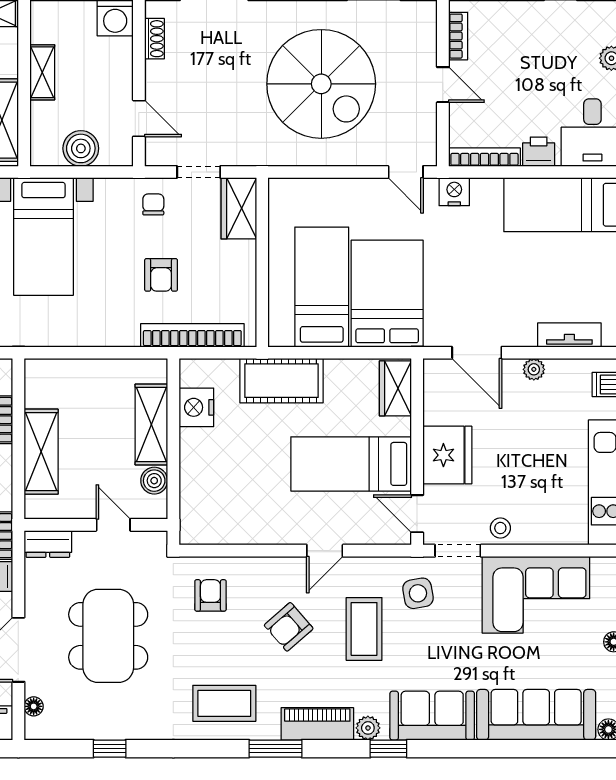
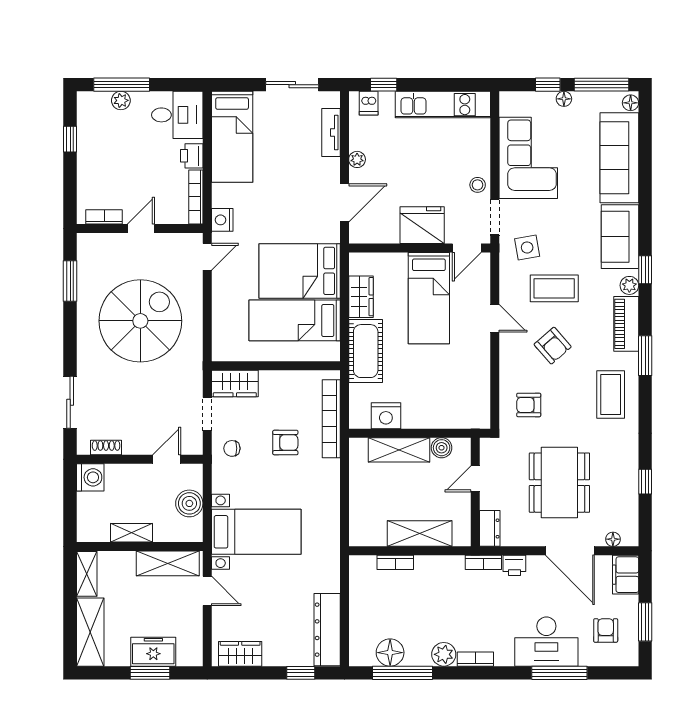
wardrobe: (395, 388) -> (361, 297), moved, turned -90
dining table: (108, 636) -> (559, 483), turned 90

